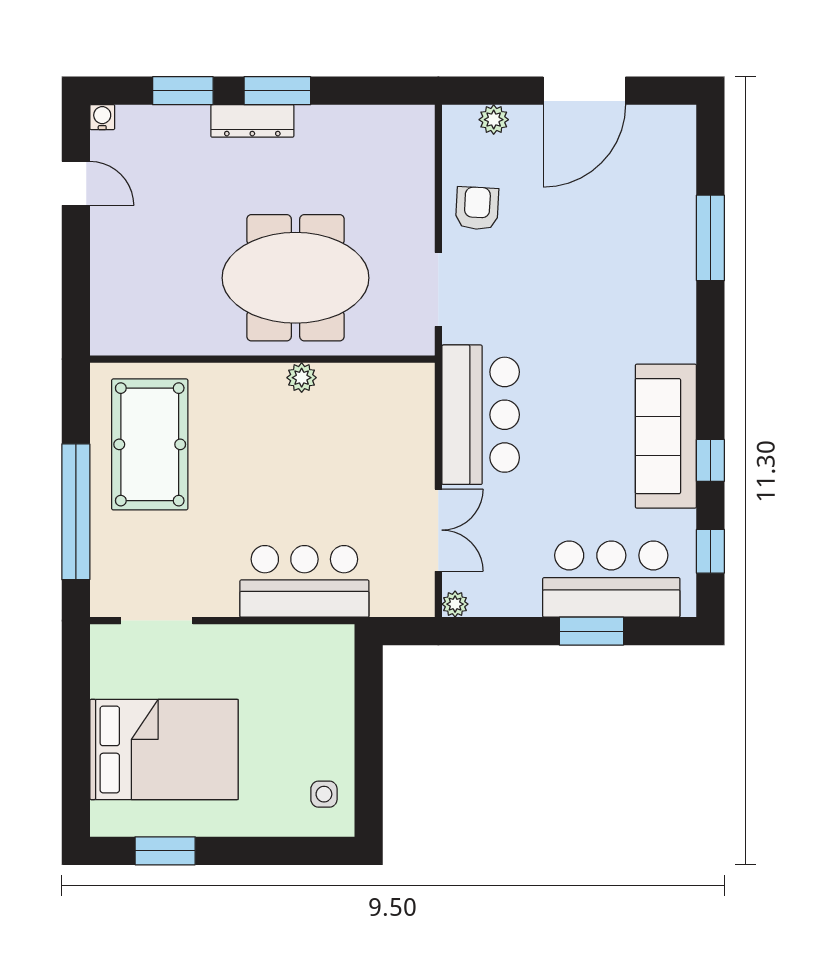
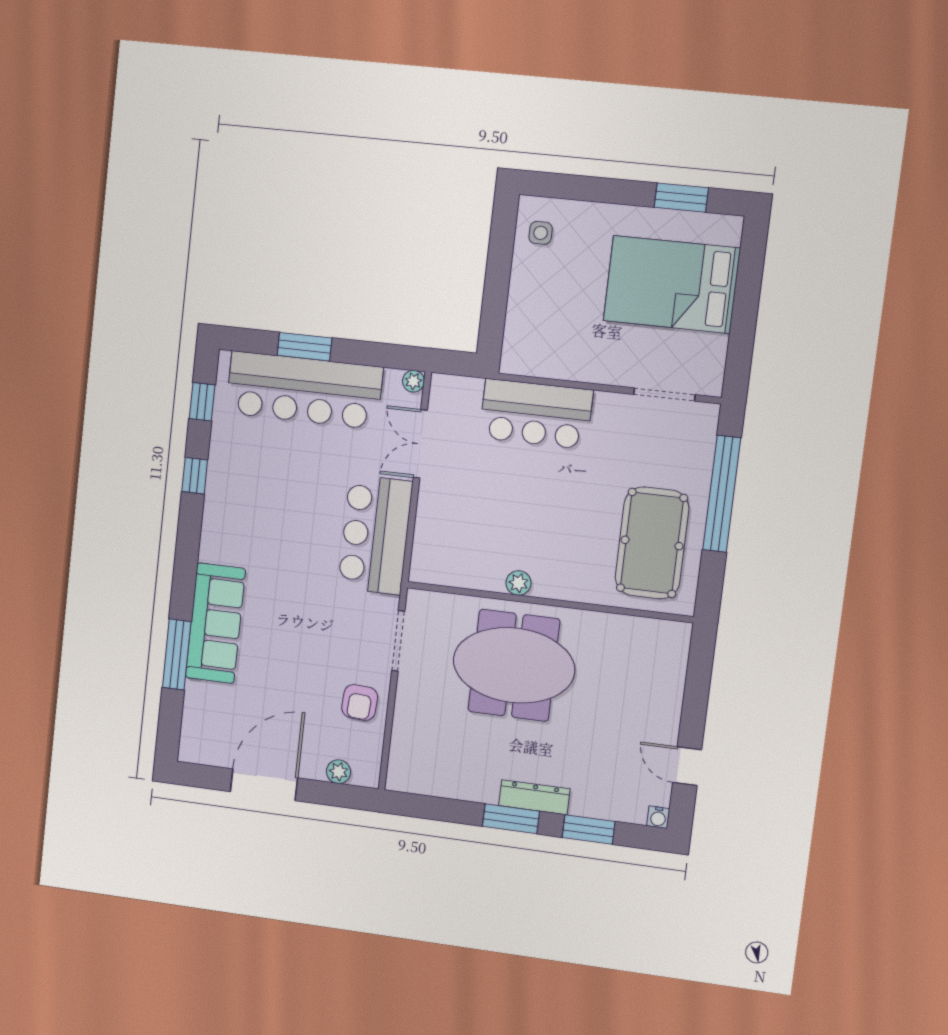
sofa: (666, 436) -> (215, 623), moved
bar counter: (611, 579) -> (304, 390), width x1.36

